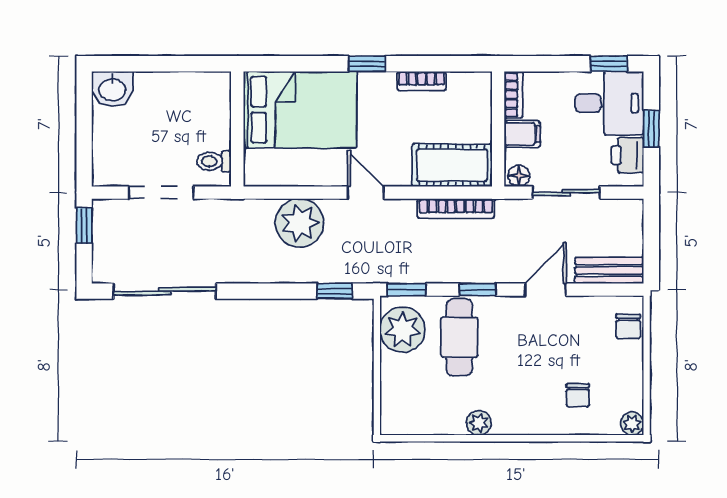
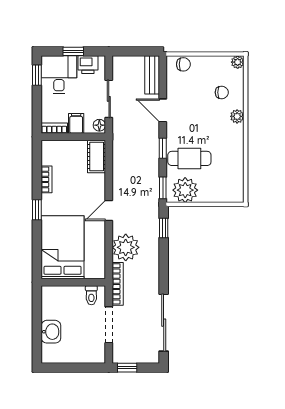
washbasin: (112, 89) -> (51, 332), moved
cot: (452, 165) -> (97, 157), width x0.73, depth x0.75
bookcase: (456, 209) -> (118, 284), moved
plant: (479, 423) -> (237, 116), moved

